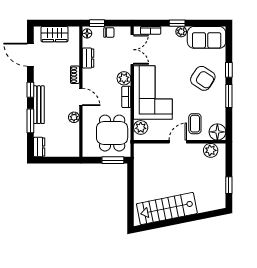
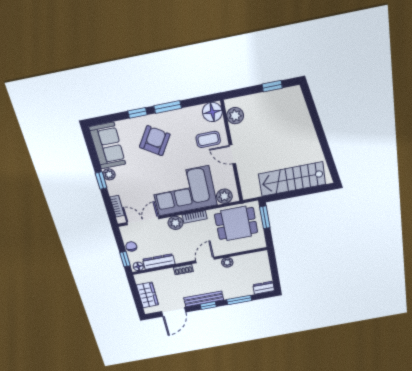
dresser: (88, 58) -> (159, 262), width x1.44
bench: (39, 105) -> (204, 299), moved
stairs: (167, 209) -> (292, 179), moved, turned 101

